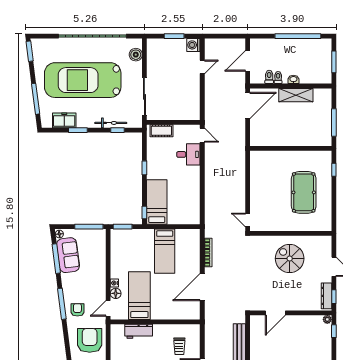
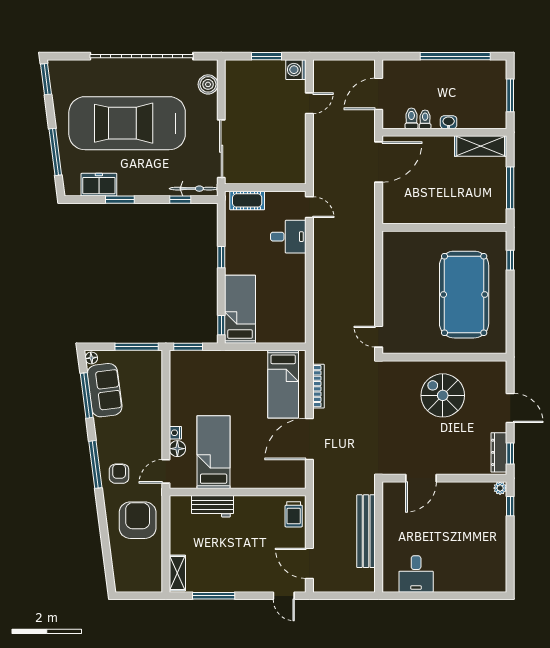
shelving: (296, 95) -> (481, 146), moved
bicycle: (111, 123) -> (194, 189), moved
pool table: (304, 192) -> (464, 295), width x1.36, depth x1.32
bed: (165, 251) -> (283, 384), moved
trolley: (179, 346) -> (294, 514), moved

